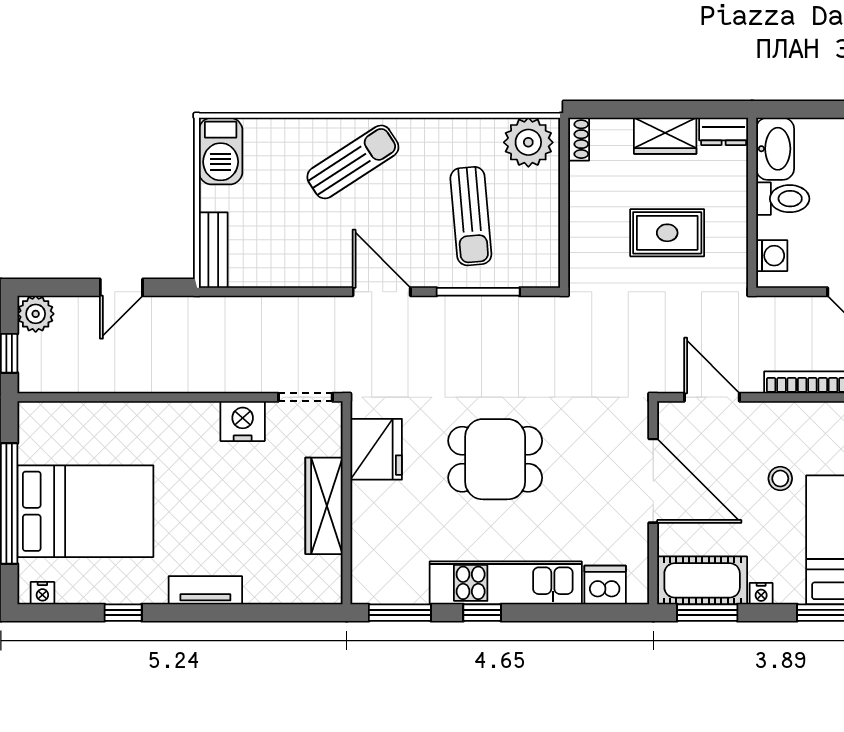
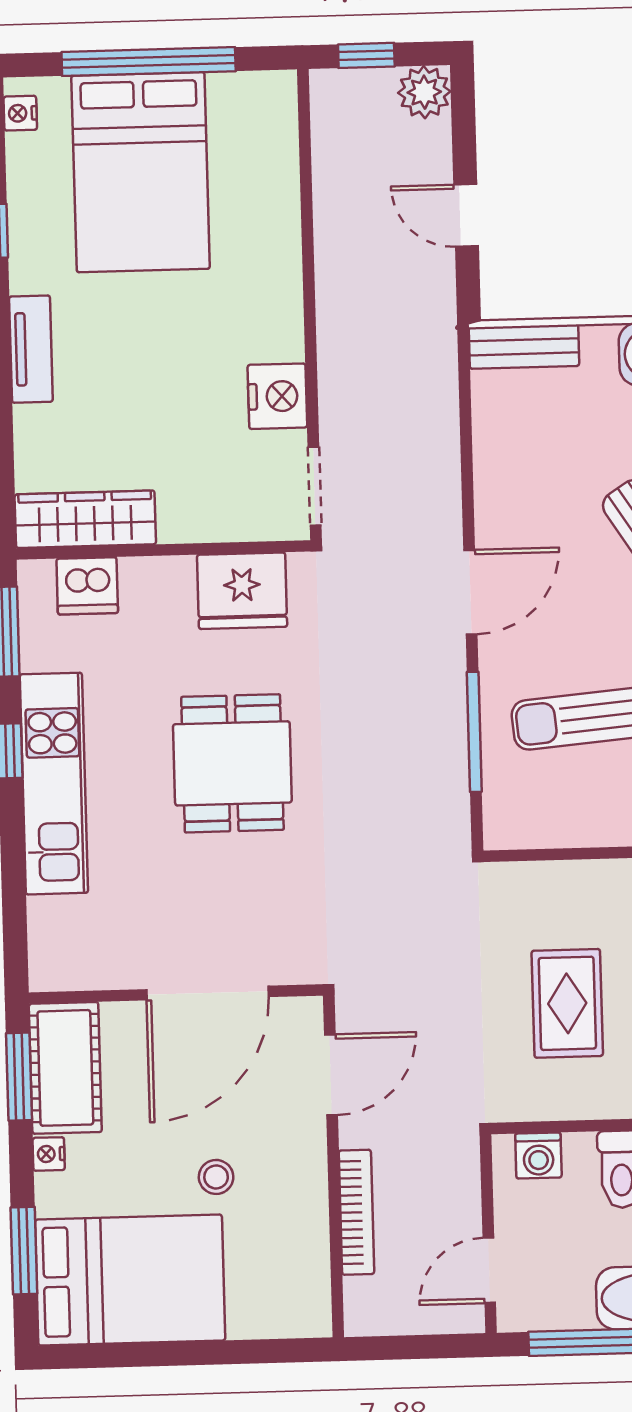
wardrobe: (324, 506) -> (85, 519), moved
dishwasher: (605, 585) -> (87, 586), moved, turned 90

